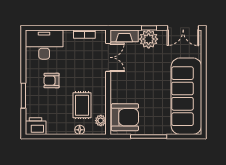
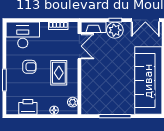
armchair: (52, 81) -> (29, 67), turned 180
rug: (82, 105) -> (59, 73), moved
armchair: (125, 117) -> (94, 99), removed
printer: (36, 126) -> (28, 107), moved

